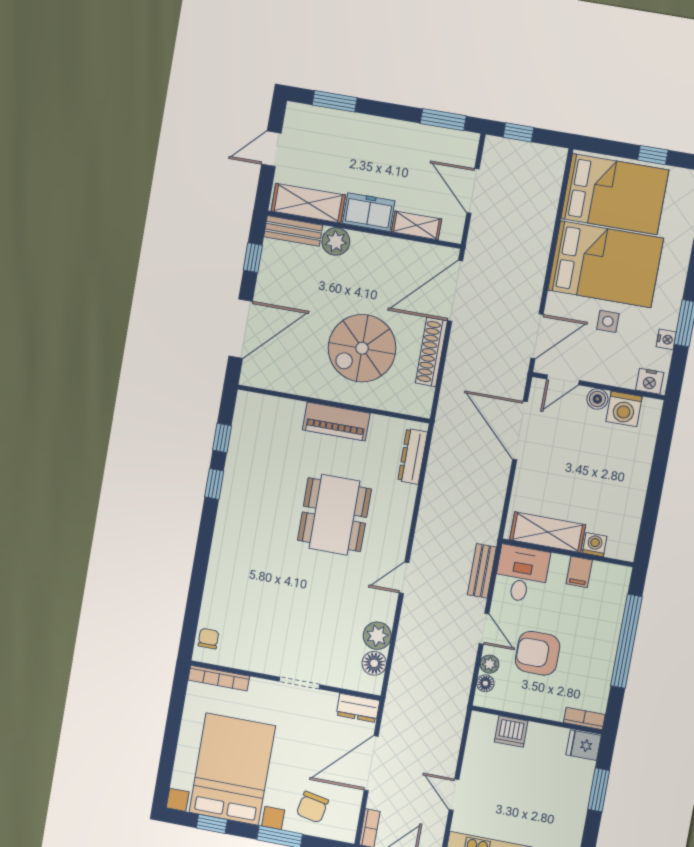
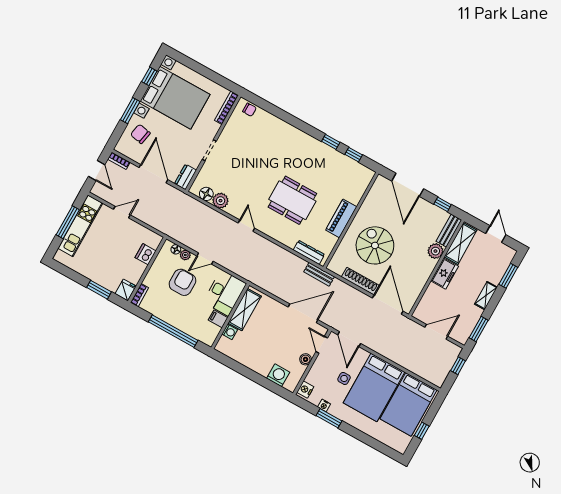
shelving: (416, 225) -> (486, 296), moved
washing machine: (624, 409) -> (278, 375), moved, turned 90
bench: (482, 571) -> (319, 274), moved
desk: (522, 574) -> (225, 293), width x1.37

